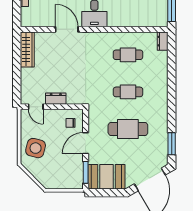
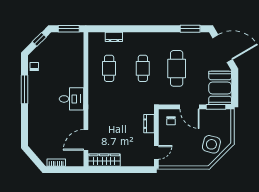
door: (67, 29) -> (86, 140), moved
dresser: (163, 41) -> (114, 37), moved
dresser: (56, 99) -> (149, 124), moved
side table: (36, 148) -> (211, 144), moved

